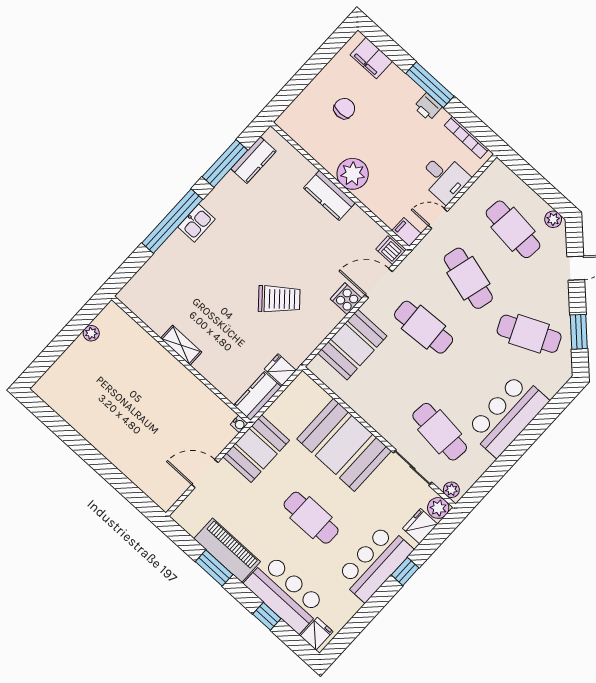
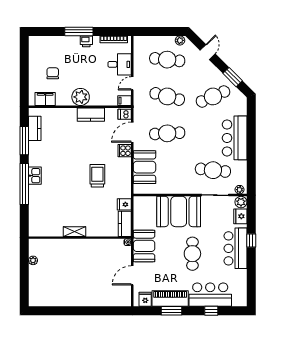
filing cabinet: (371, 58) -> (45, 99), moved, turned 180
kitchen counter: (329, 195) -> (91, 115), moved
trolley: (279, 299) -> (97, 176), turned -49
cafe table: (311, 518) -> (192, 254), turned 90
fridge: (317, 634) -> (145, 299), moved

